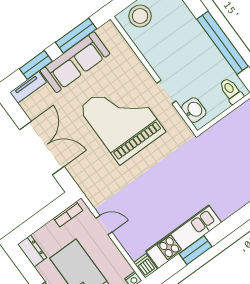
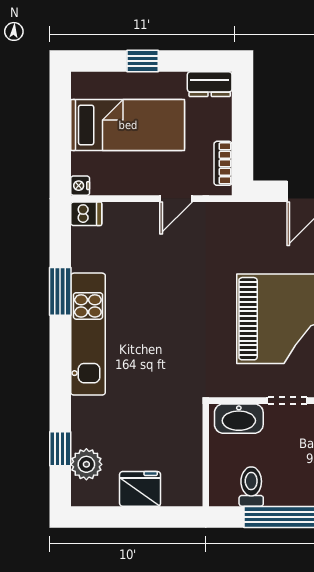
toilet: (231, 91) -> (251, 487), moved, turned -90
washbasin: (194, 110) -> (239, 419), width x1.38
kitchen unit: (184, 237) -> (88, 334), moved

